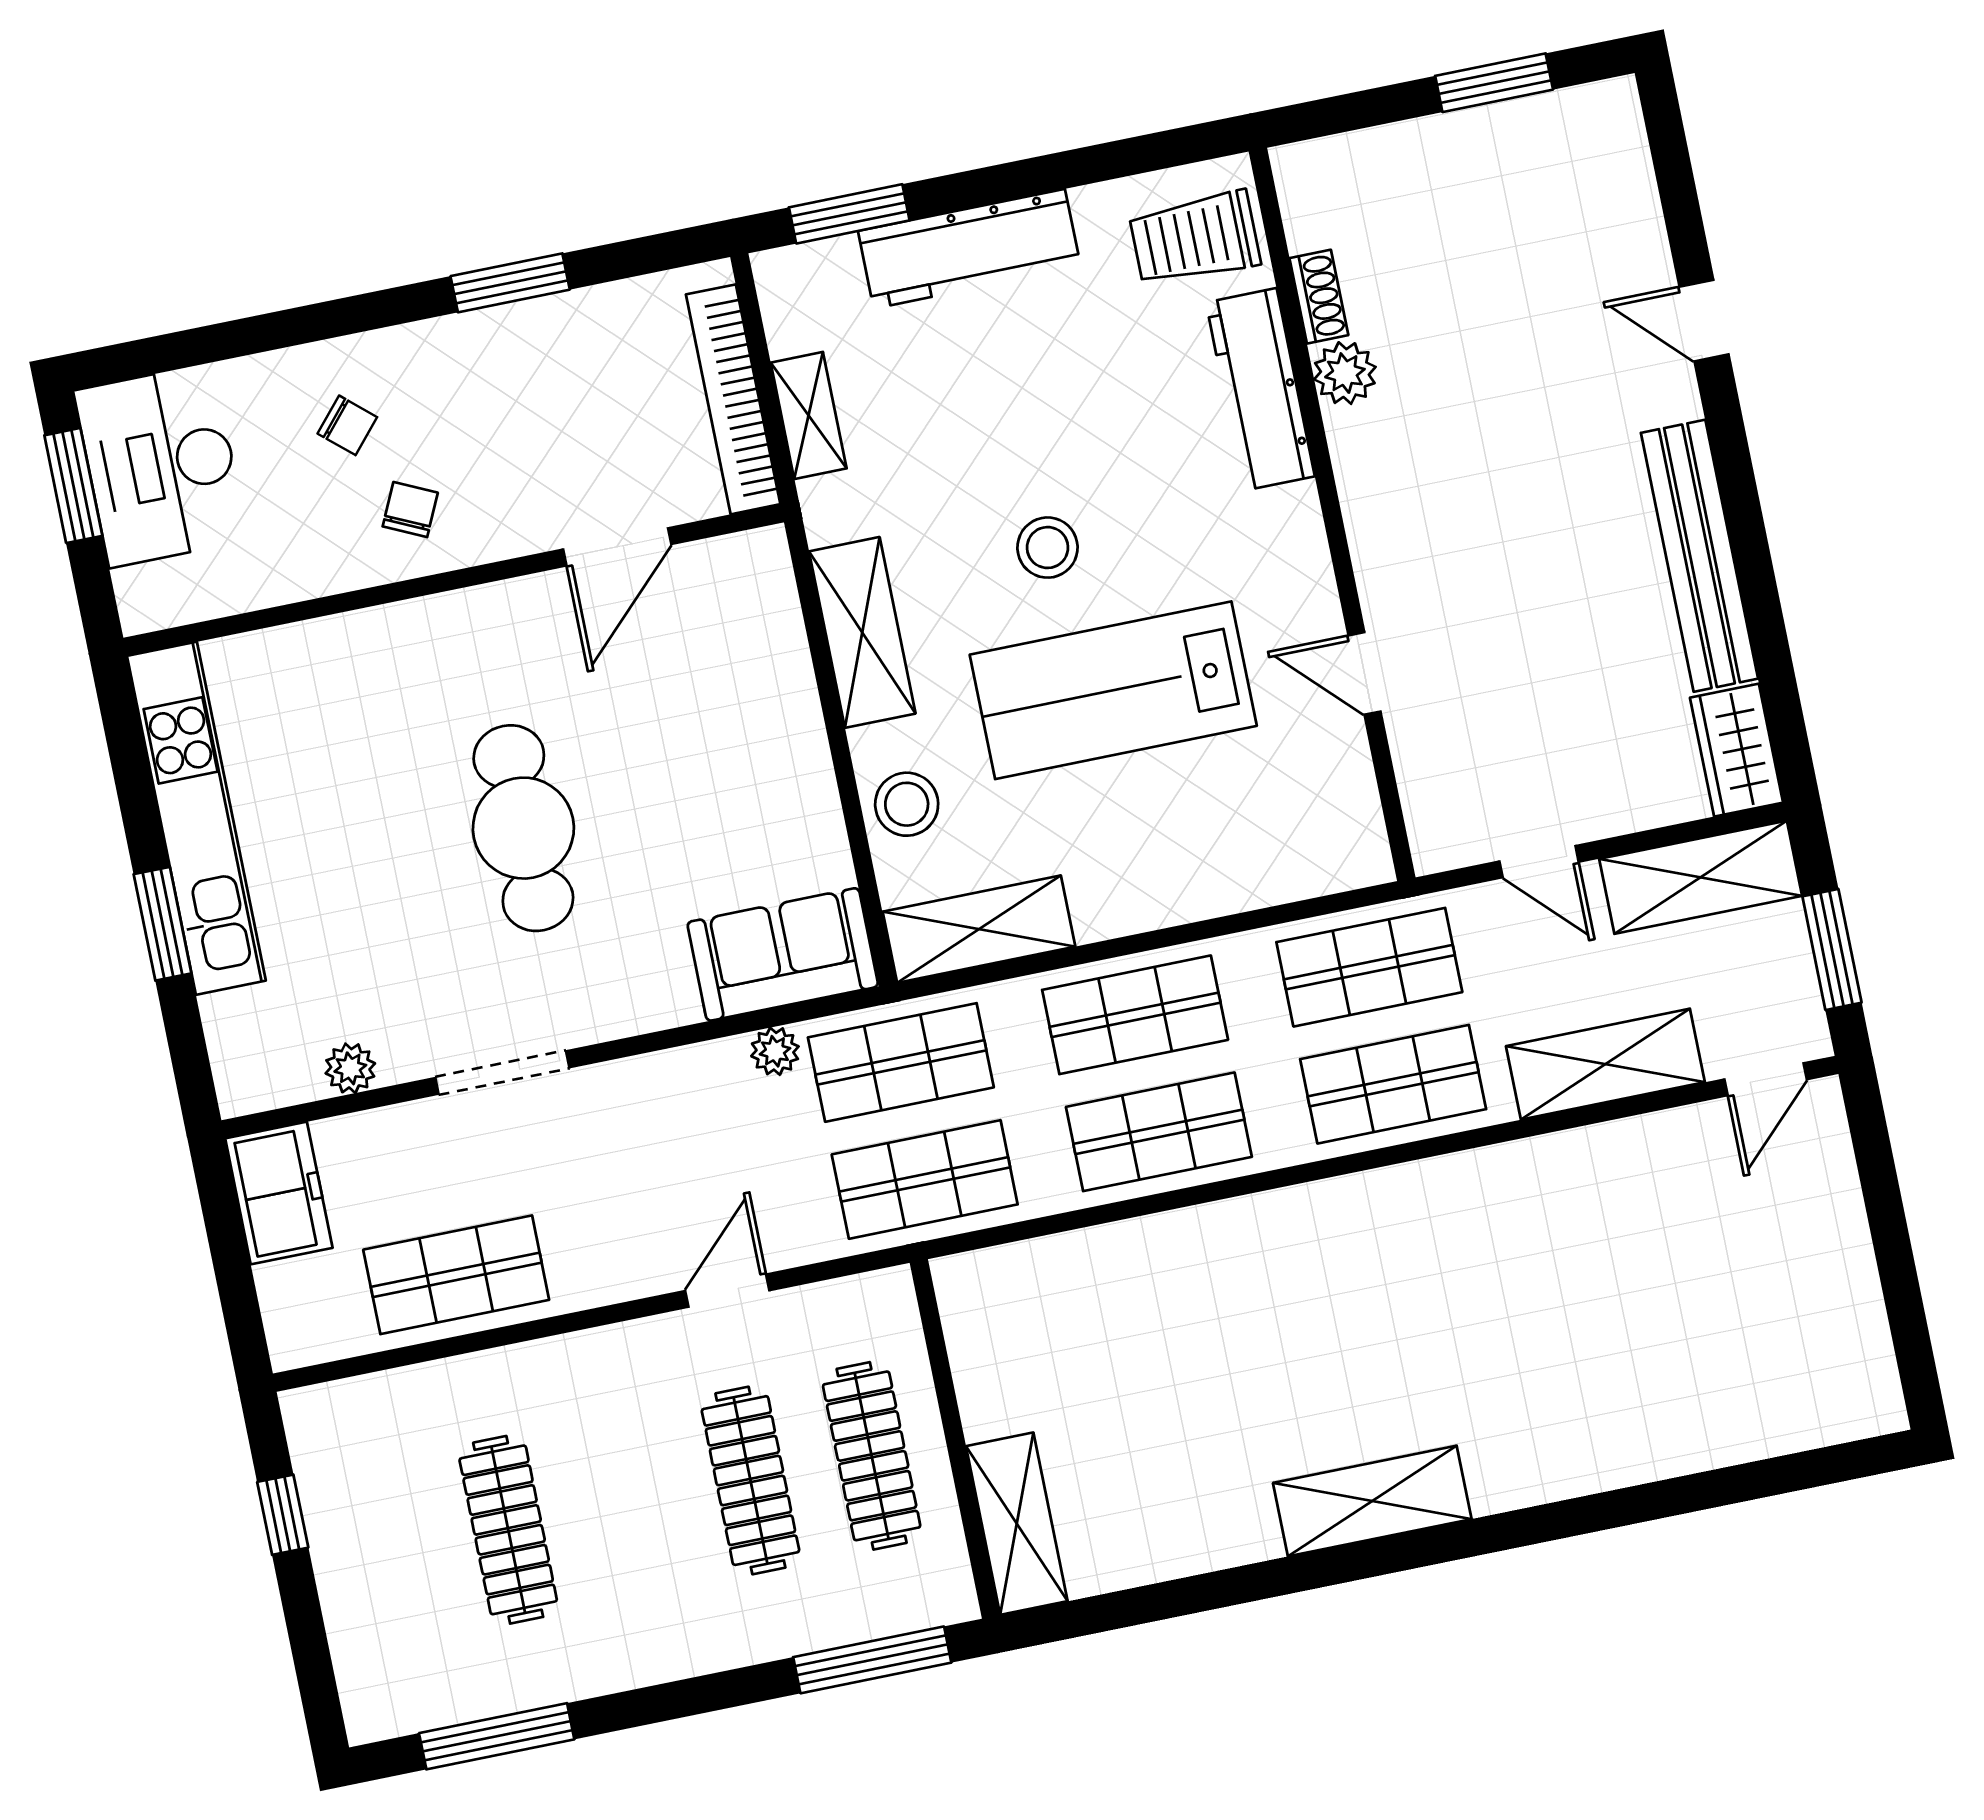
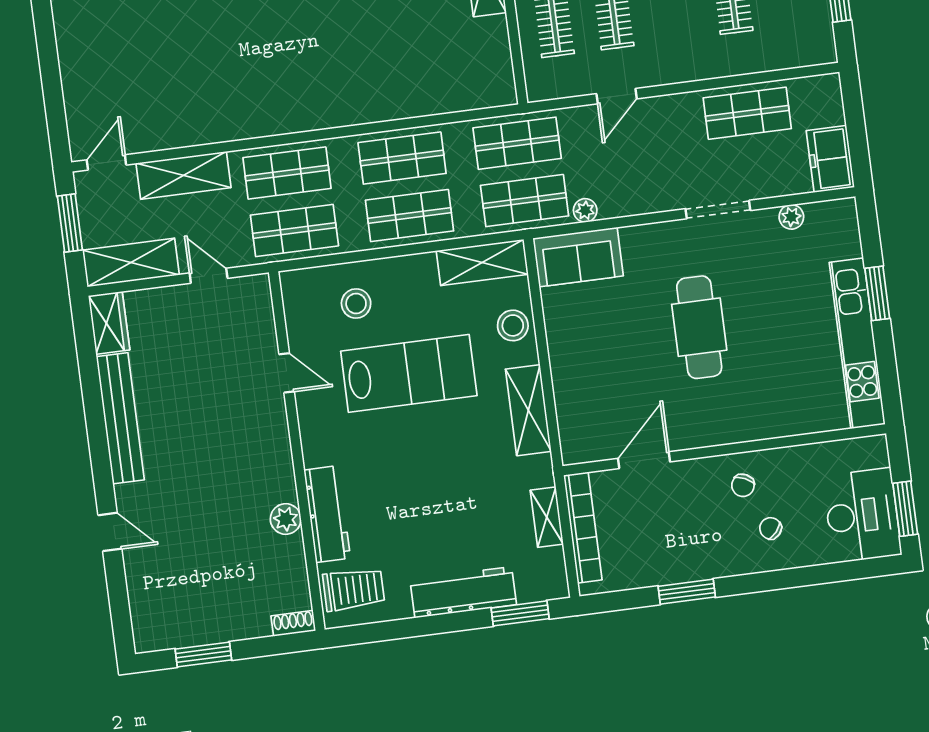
shoe rack: (1319, 297) -> (293, 623), moved, turned 90
stool: (1048, 548) -> (356, 304), moved

